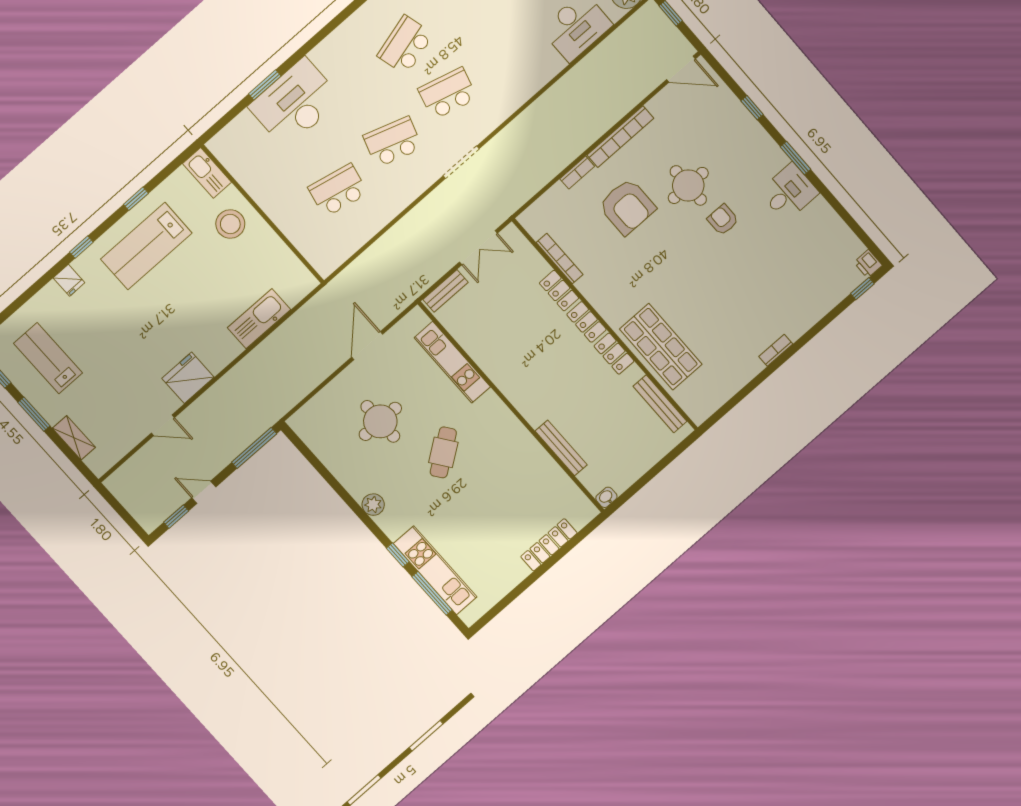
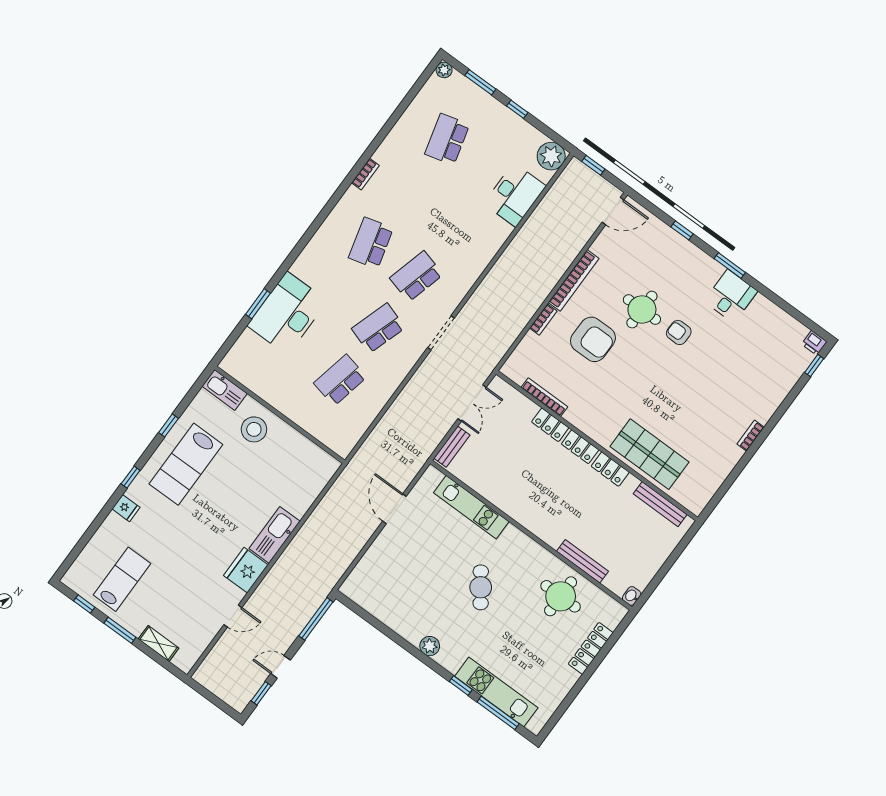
kitchen sink: (259, 319) -> (275, 535), moved
lab bench: (48, 358) -> (122, 579), turned 90
round table: (380, 421) -> (561, 596), moved

